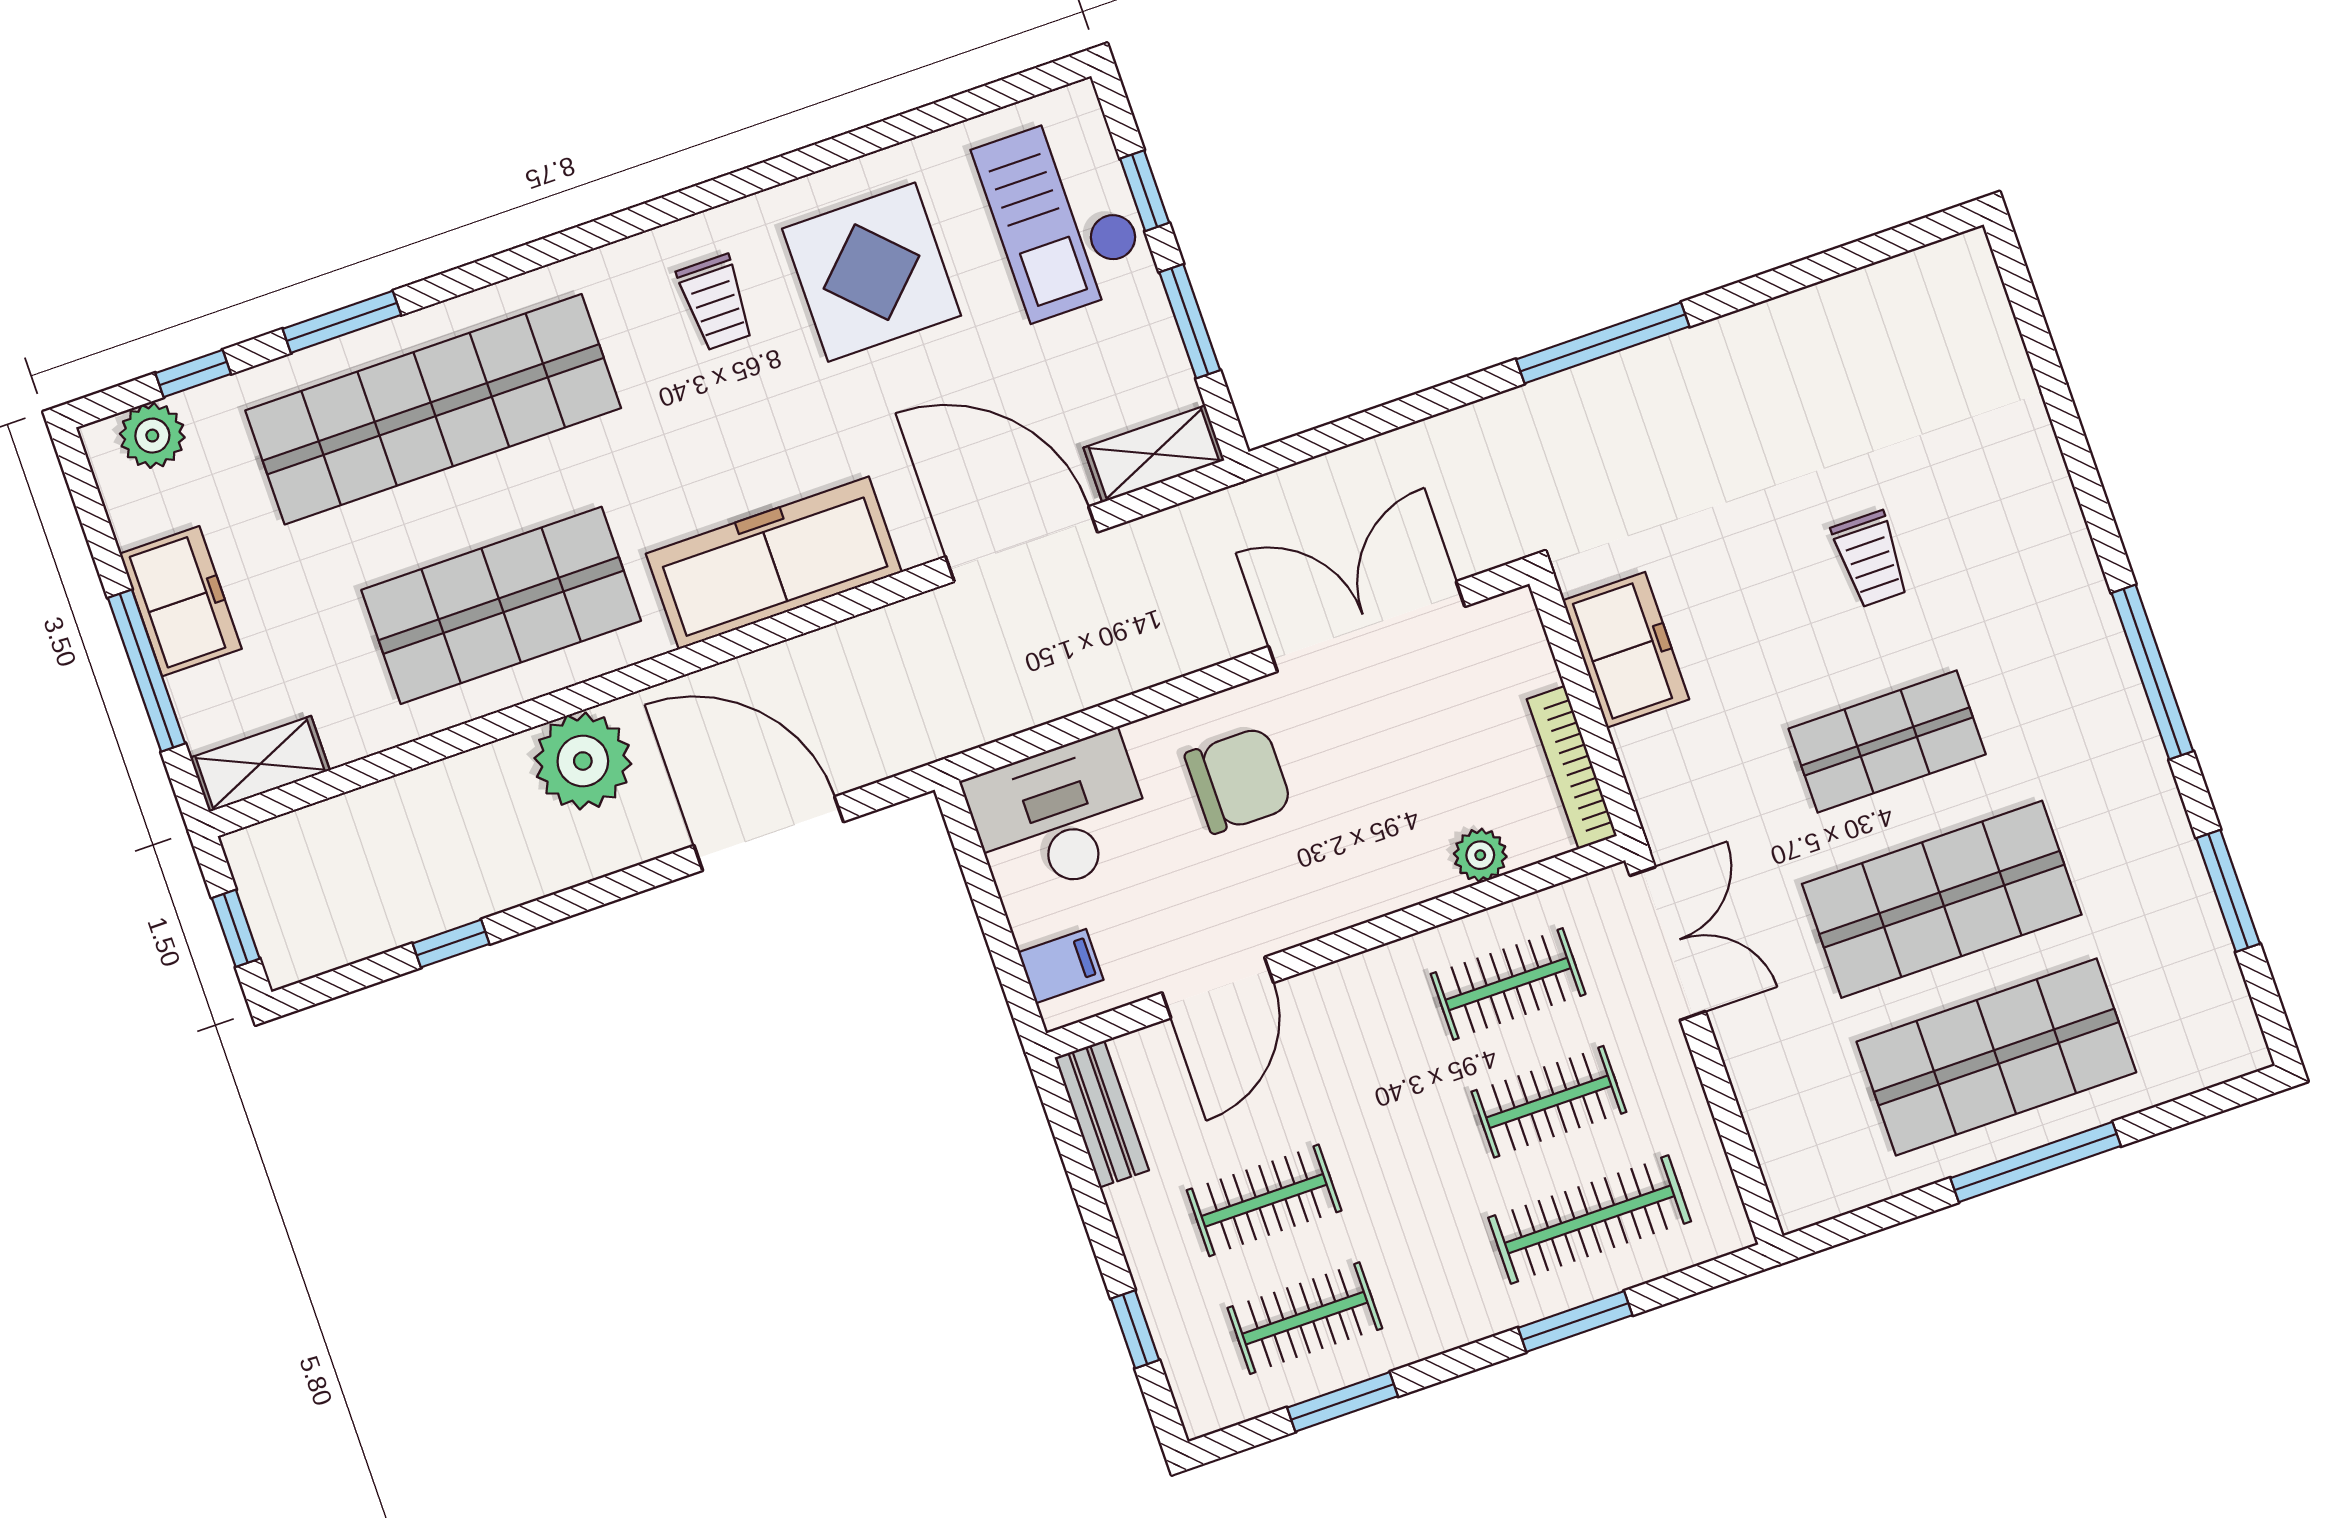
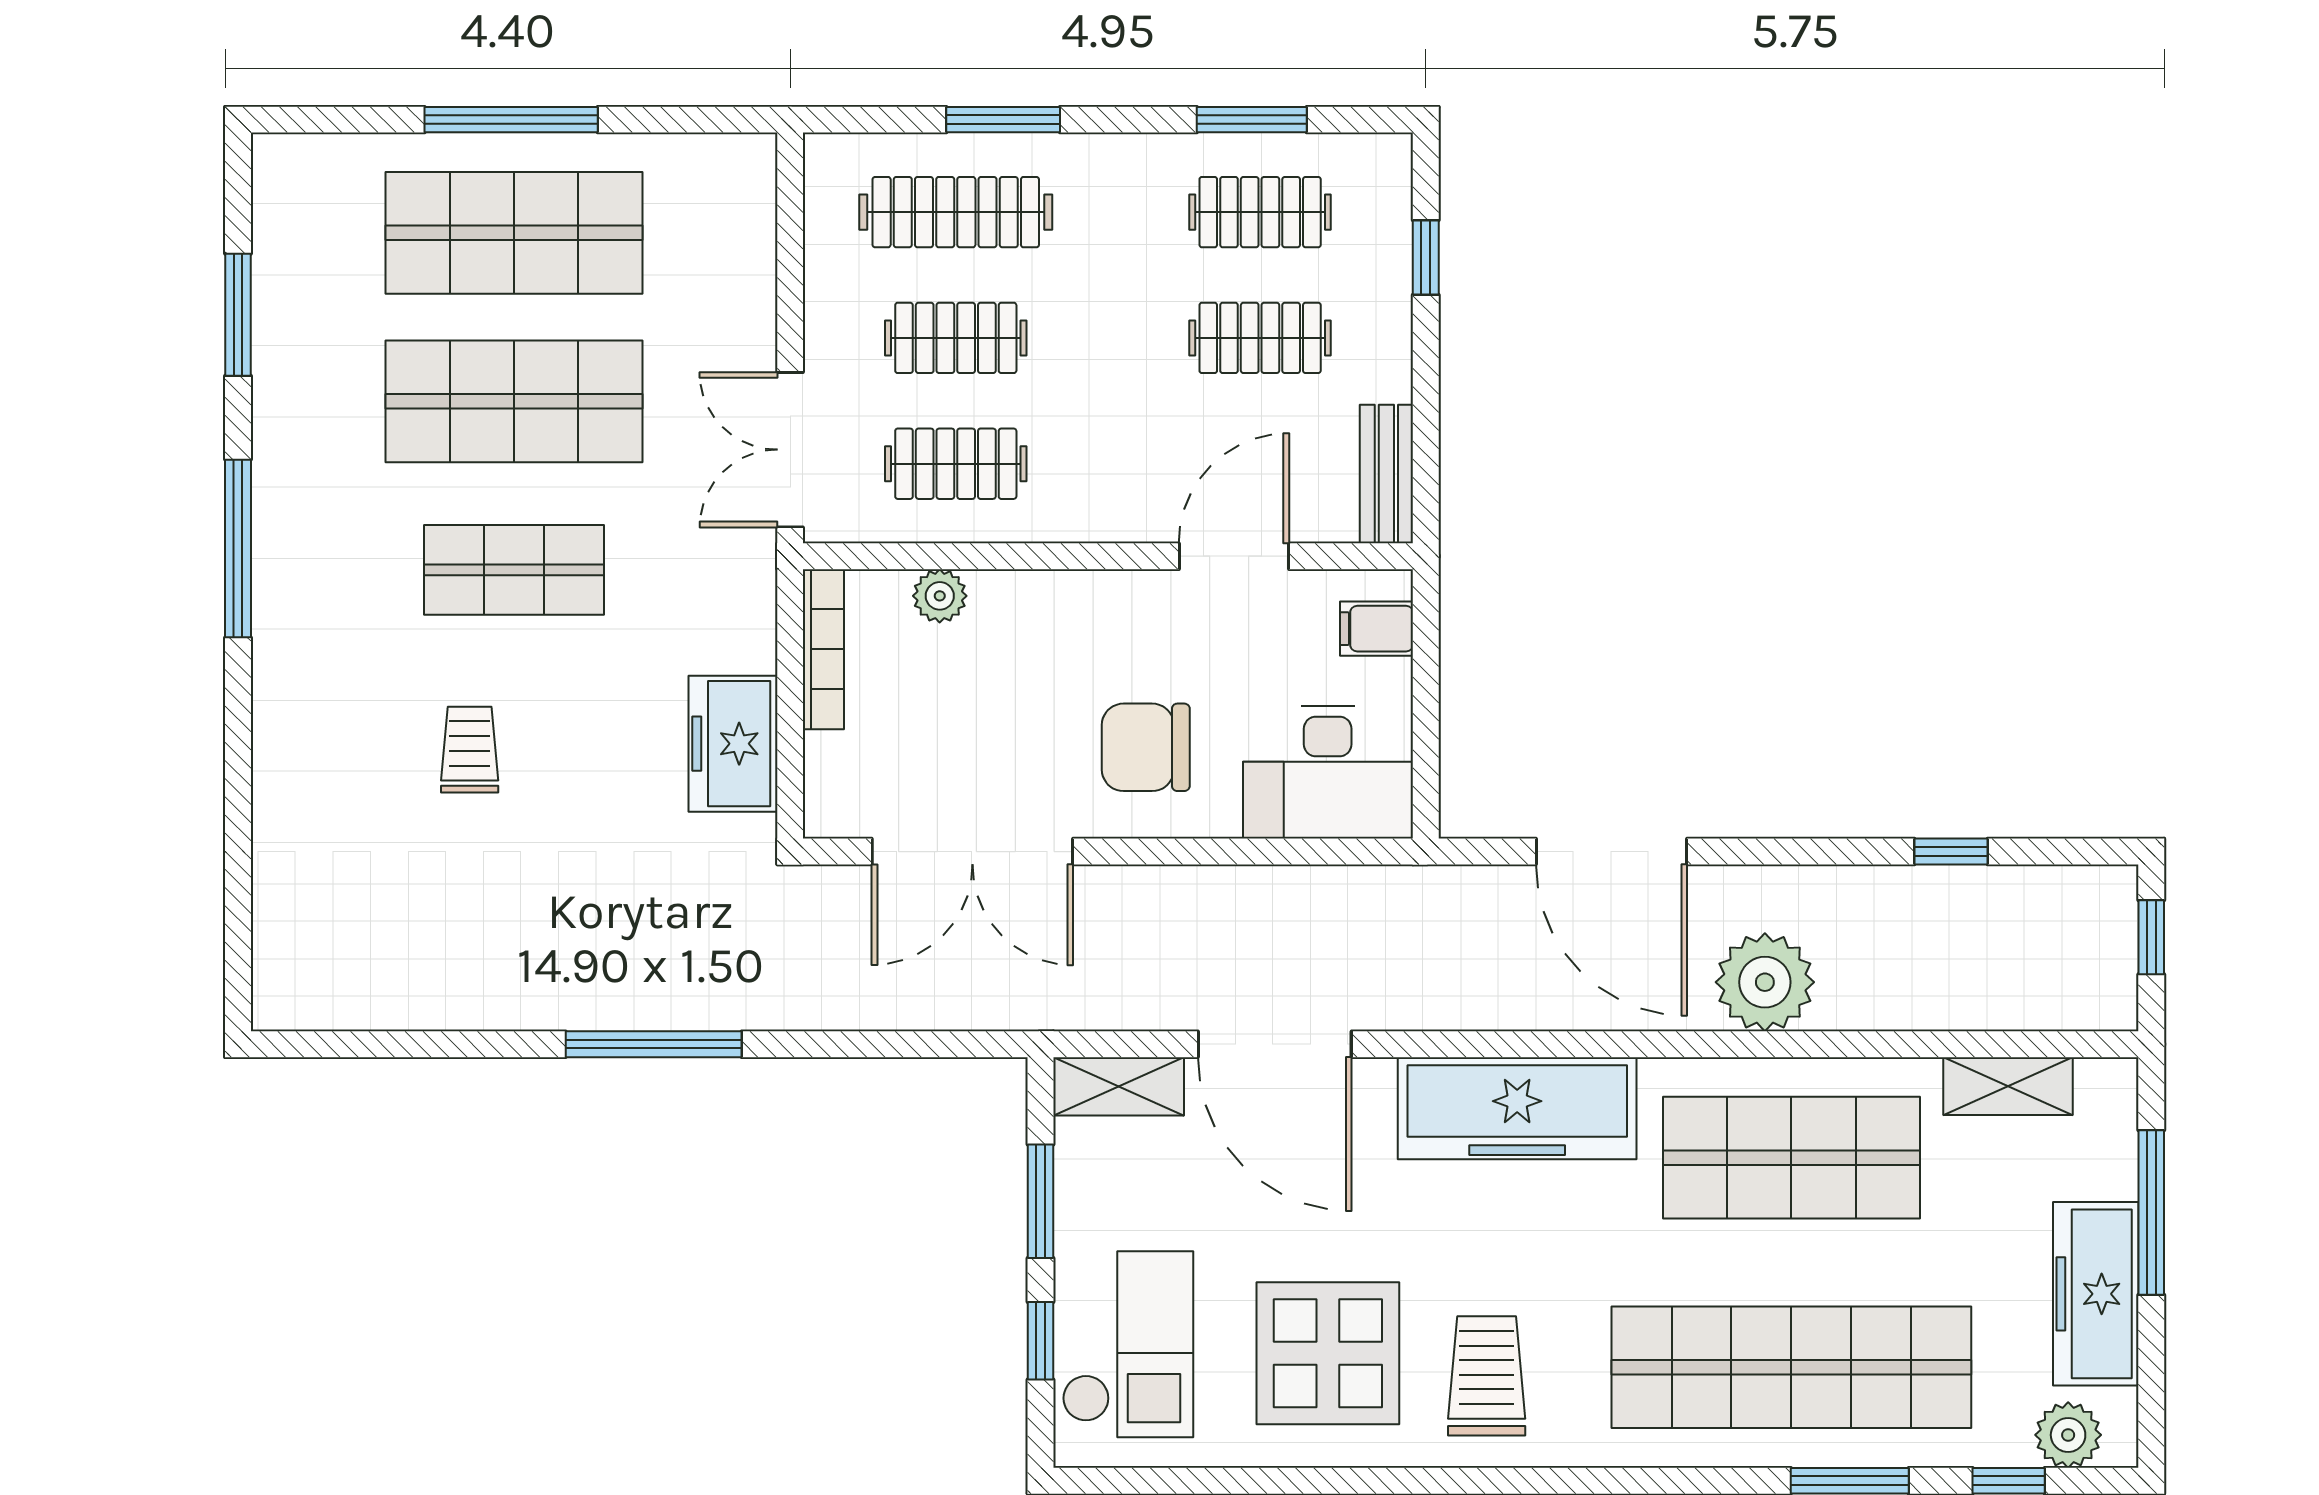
trolley: (716, 302) -> (1487, 1376), width x1.36, depth x1.39
freezer: (181, 601) -> (2096, 1294), width x1.40
shelving: (260, 764) -> (2008, 1086), moved

